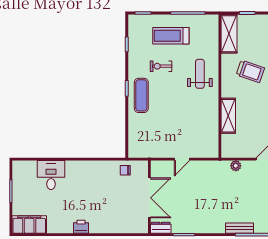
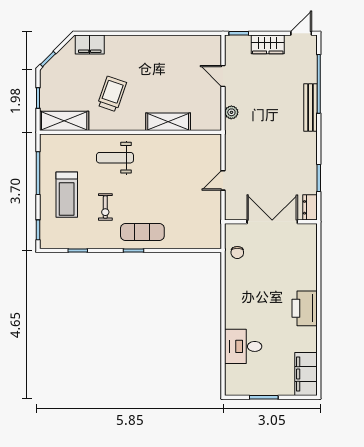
door: (182, 159) -> (223, 180), swing flipped
printer: (81, 227) -> (305, 308), width x1.87, depth x1.48
bench: (239, 228) -> (311, 108), width x1.36

